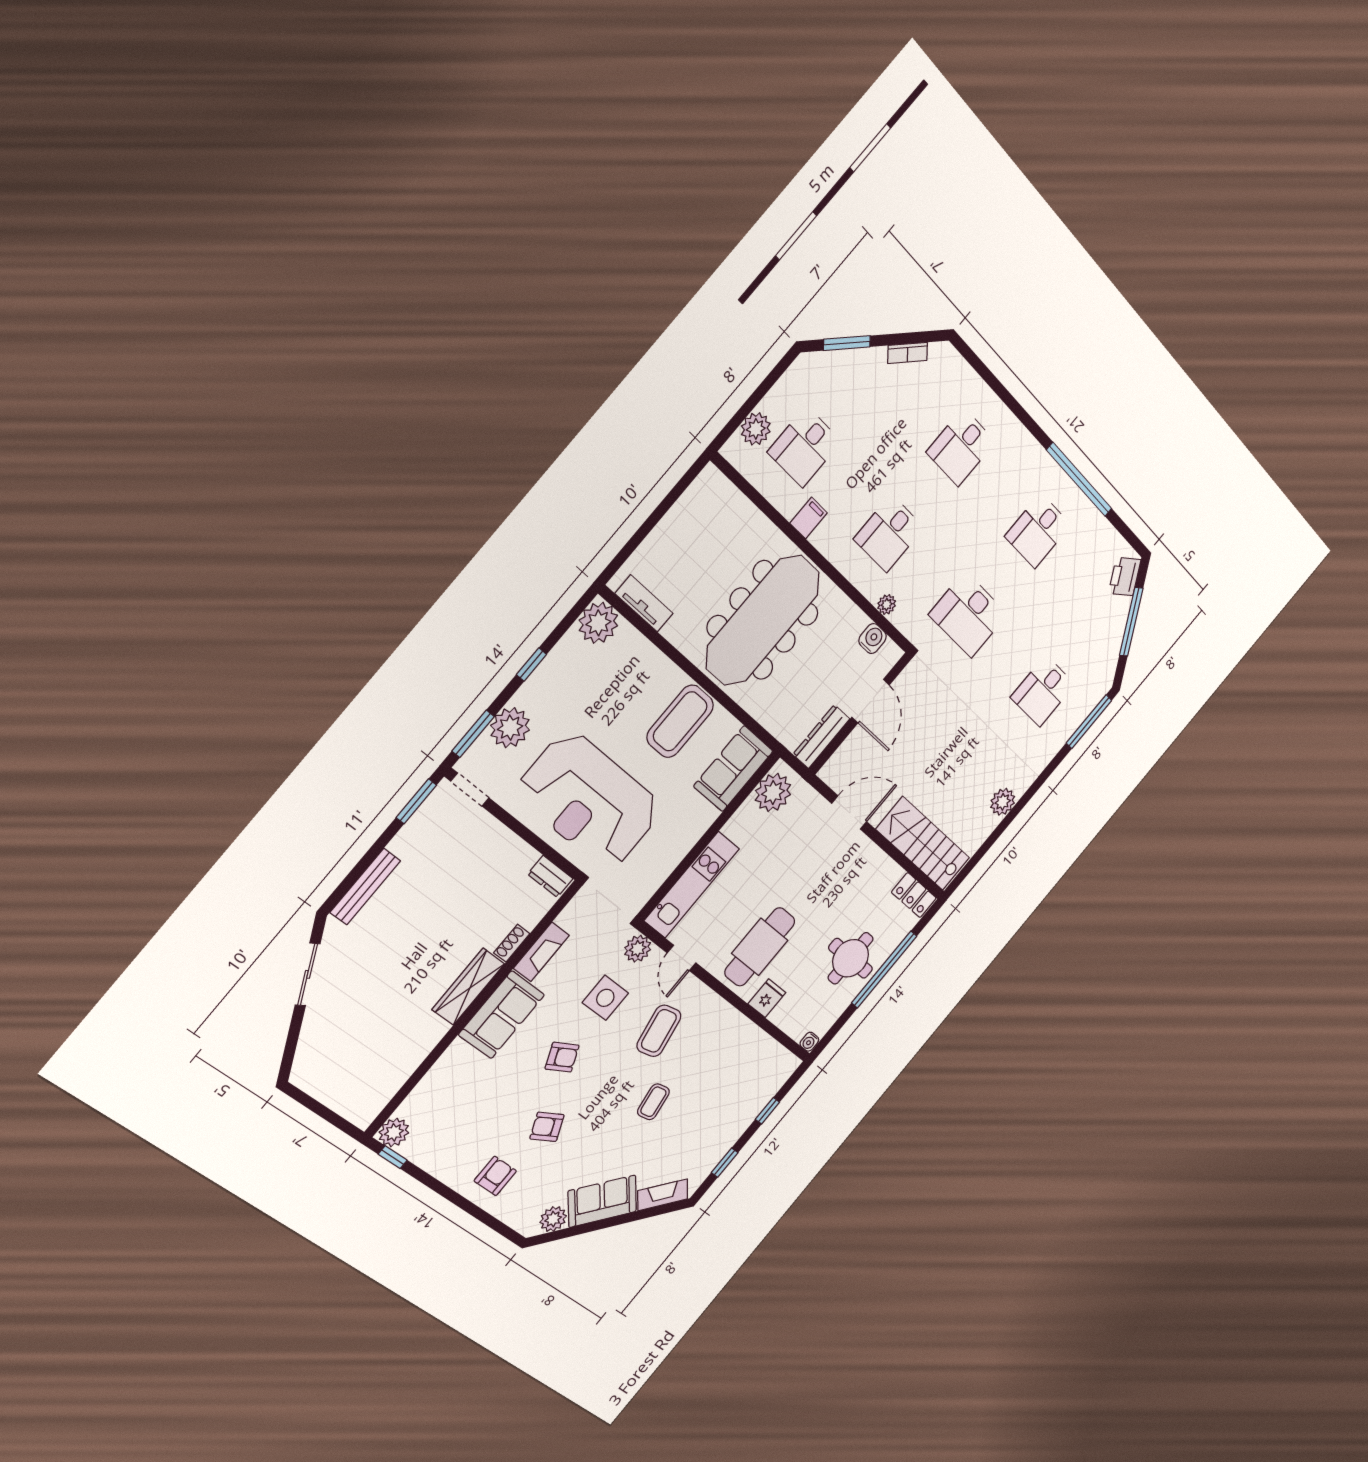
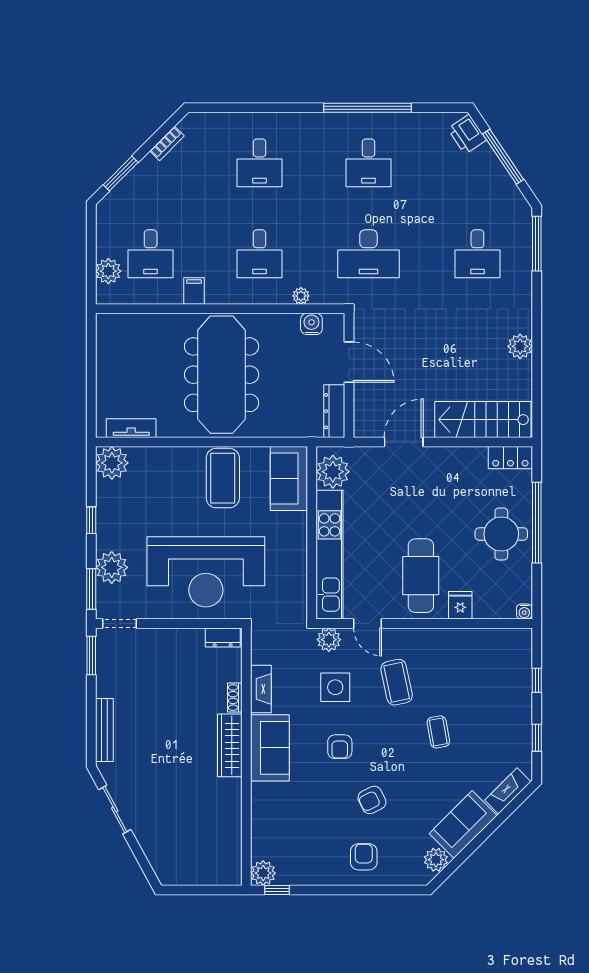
kitchen unit: (692, 885) -> (330, 555), width x1.36
armchair: (562, 1057) -> (340, 747), turned 116

